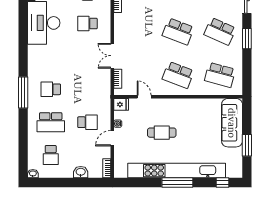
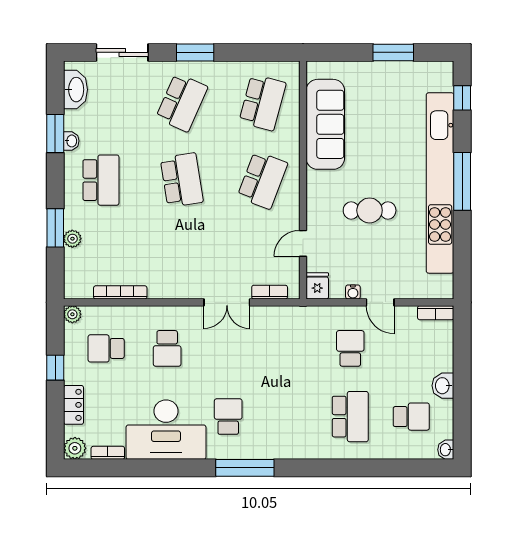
school desk: (178, 31) -> (182, 180), turned -30
school desk: (51, 89) -> (228, 417), moved, turned 180
window: (23, 93) -> (245, 468), moved
sofa: (232, 123) -> (325, 124), moved, turned -90
cafe table: (162, 133) -> (370, 210), turned 90
washbasin: (81, 172) -> (443, 386), moved

